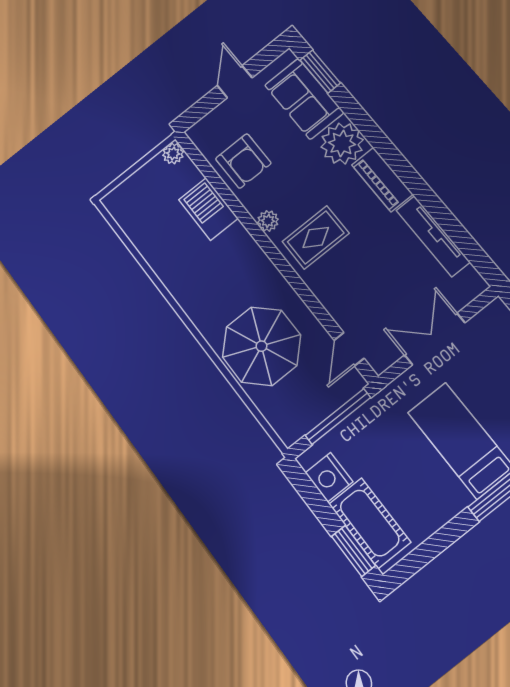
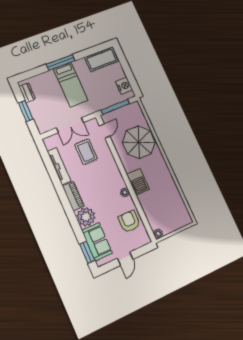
barbecue: (208, 209) -> (138, 182), moved
rug: (316, 237) -> (86, 152), moved, turned 90
cot: (370, 523) -> (101, 59), moved, turned 90
window: (353, 551) -> (121, 58), removed

